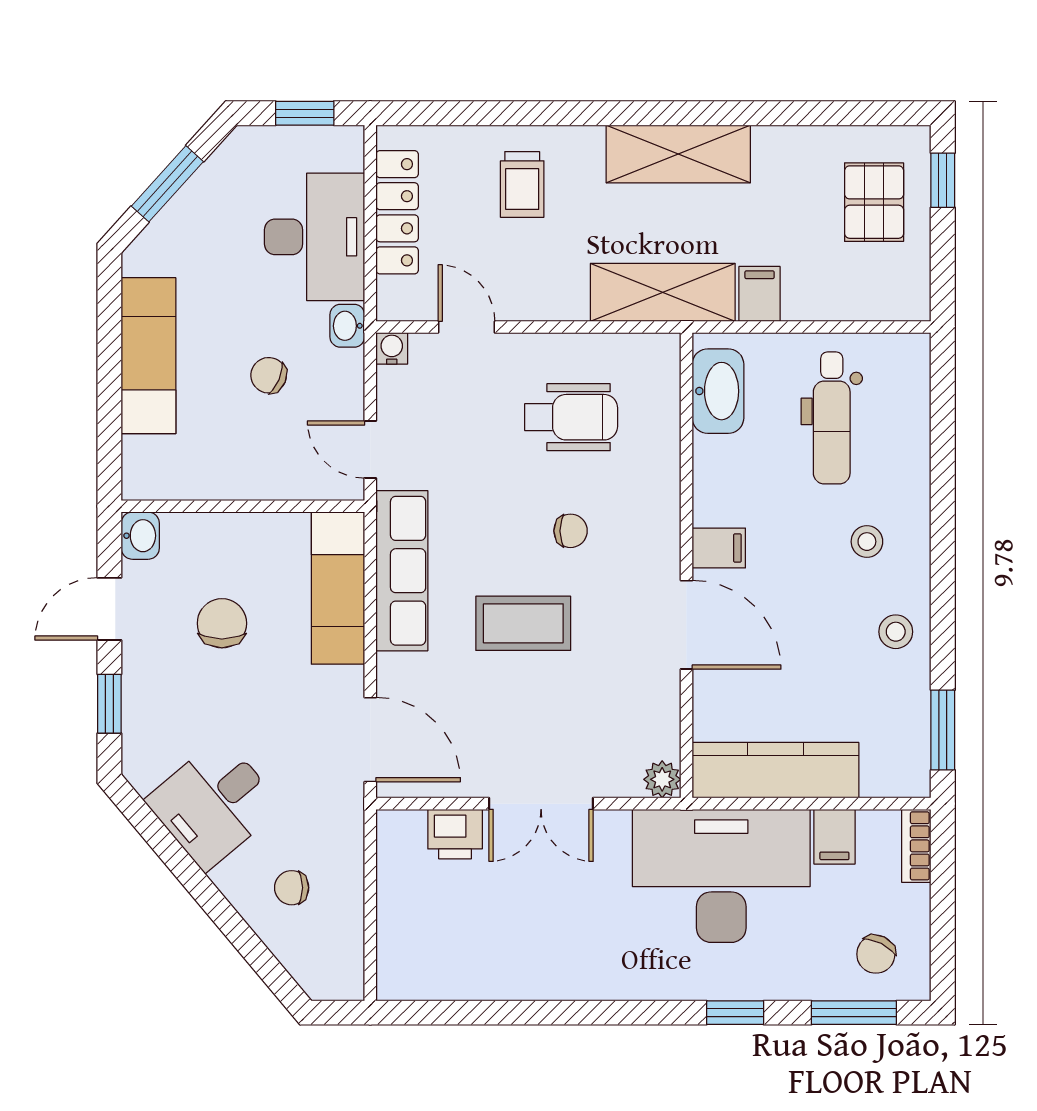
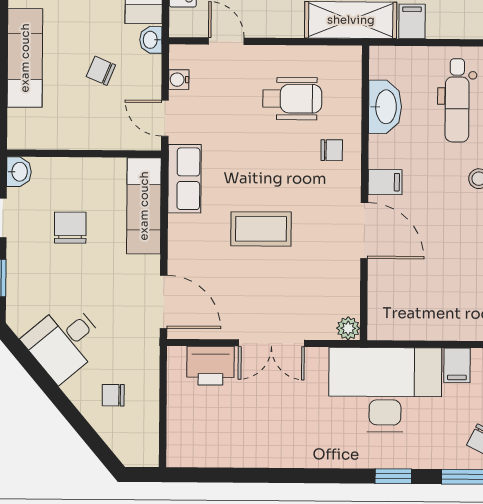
water cooler: (392, 348) -> (179, 80), moved, turned -90
washbasin: (718, 391) -> (385, 107), moved
chair: (571, 531) -> (332, 150), moved
row of seats: (402, 571) -> (184, 179), width x0.68
kitchen counter: (775, 770) -> (420, 323), removed
printer: (455, 834) -> (211, 366), width x1.36, depth x1.24

